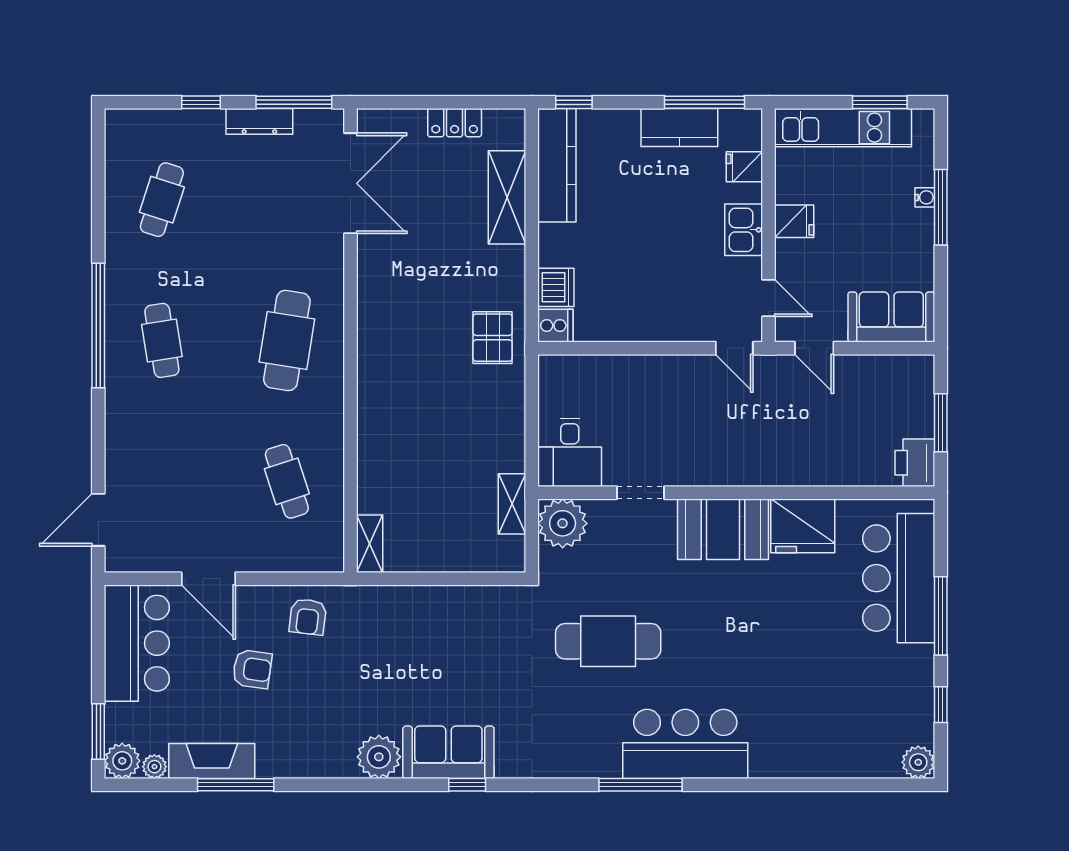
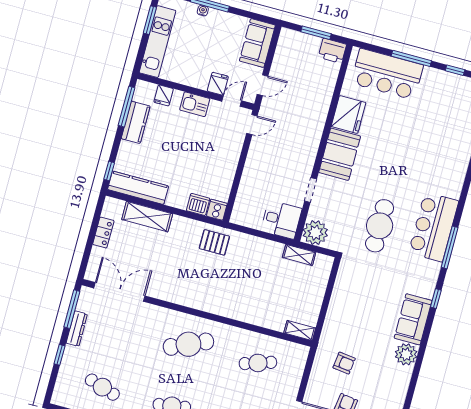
fridge: (794, 221) -> (218, 84), moved
cafe table: (287, 340) -> (188, 344), turned -33
armchair: (308, 617) -> (344, 363), moved
bar counter: (685, 744) -> (434, 227), moved
window: (467, 785) -> (436, 299), moved
window: (640, 785) -> (450, 247), moved

